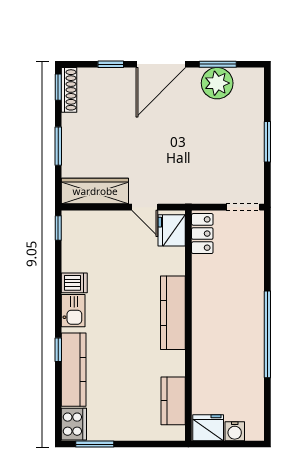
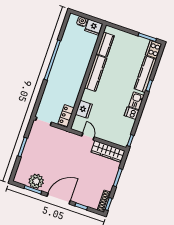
fridge: (172, 230) -> (84, 109), moved
kitchen counter: (173, 313) -> (96, 73), moved

